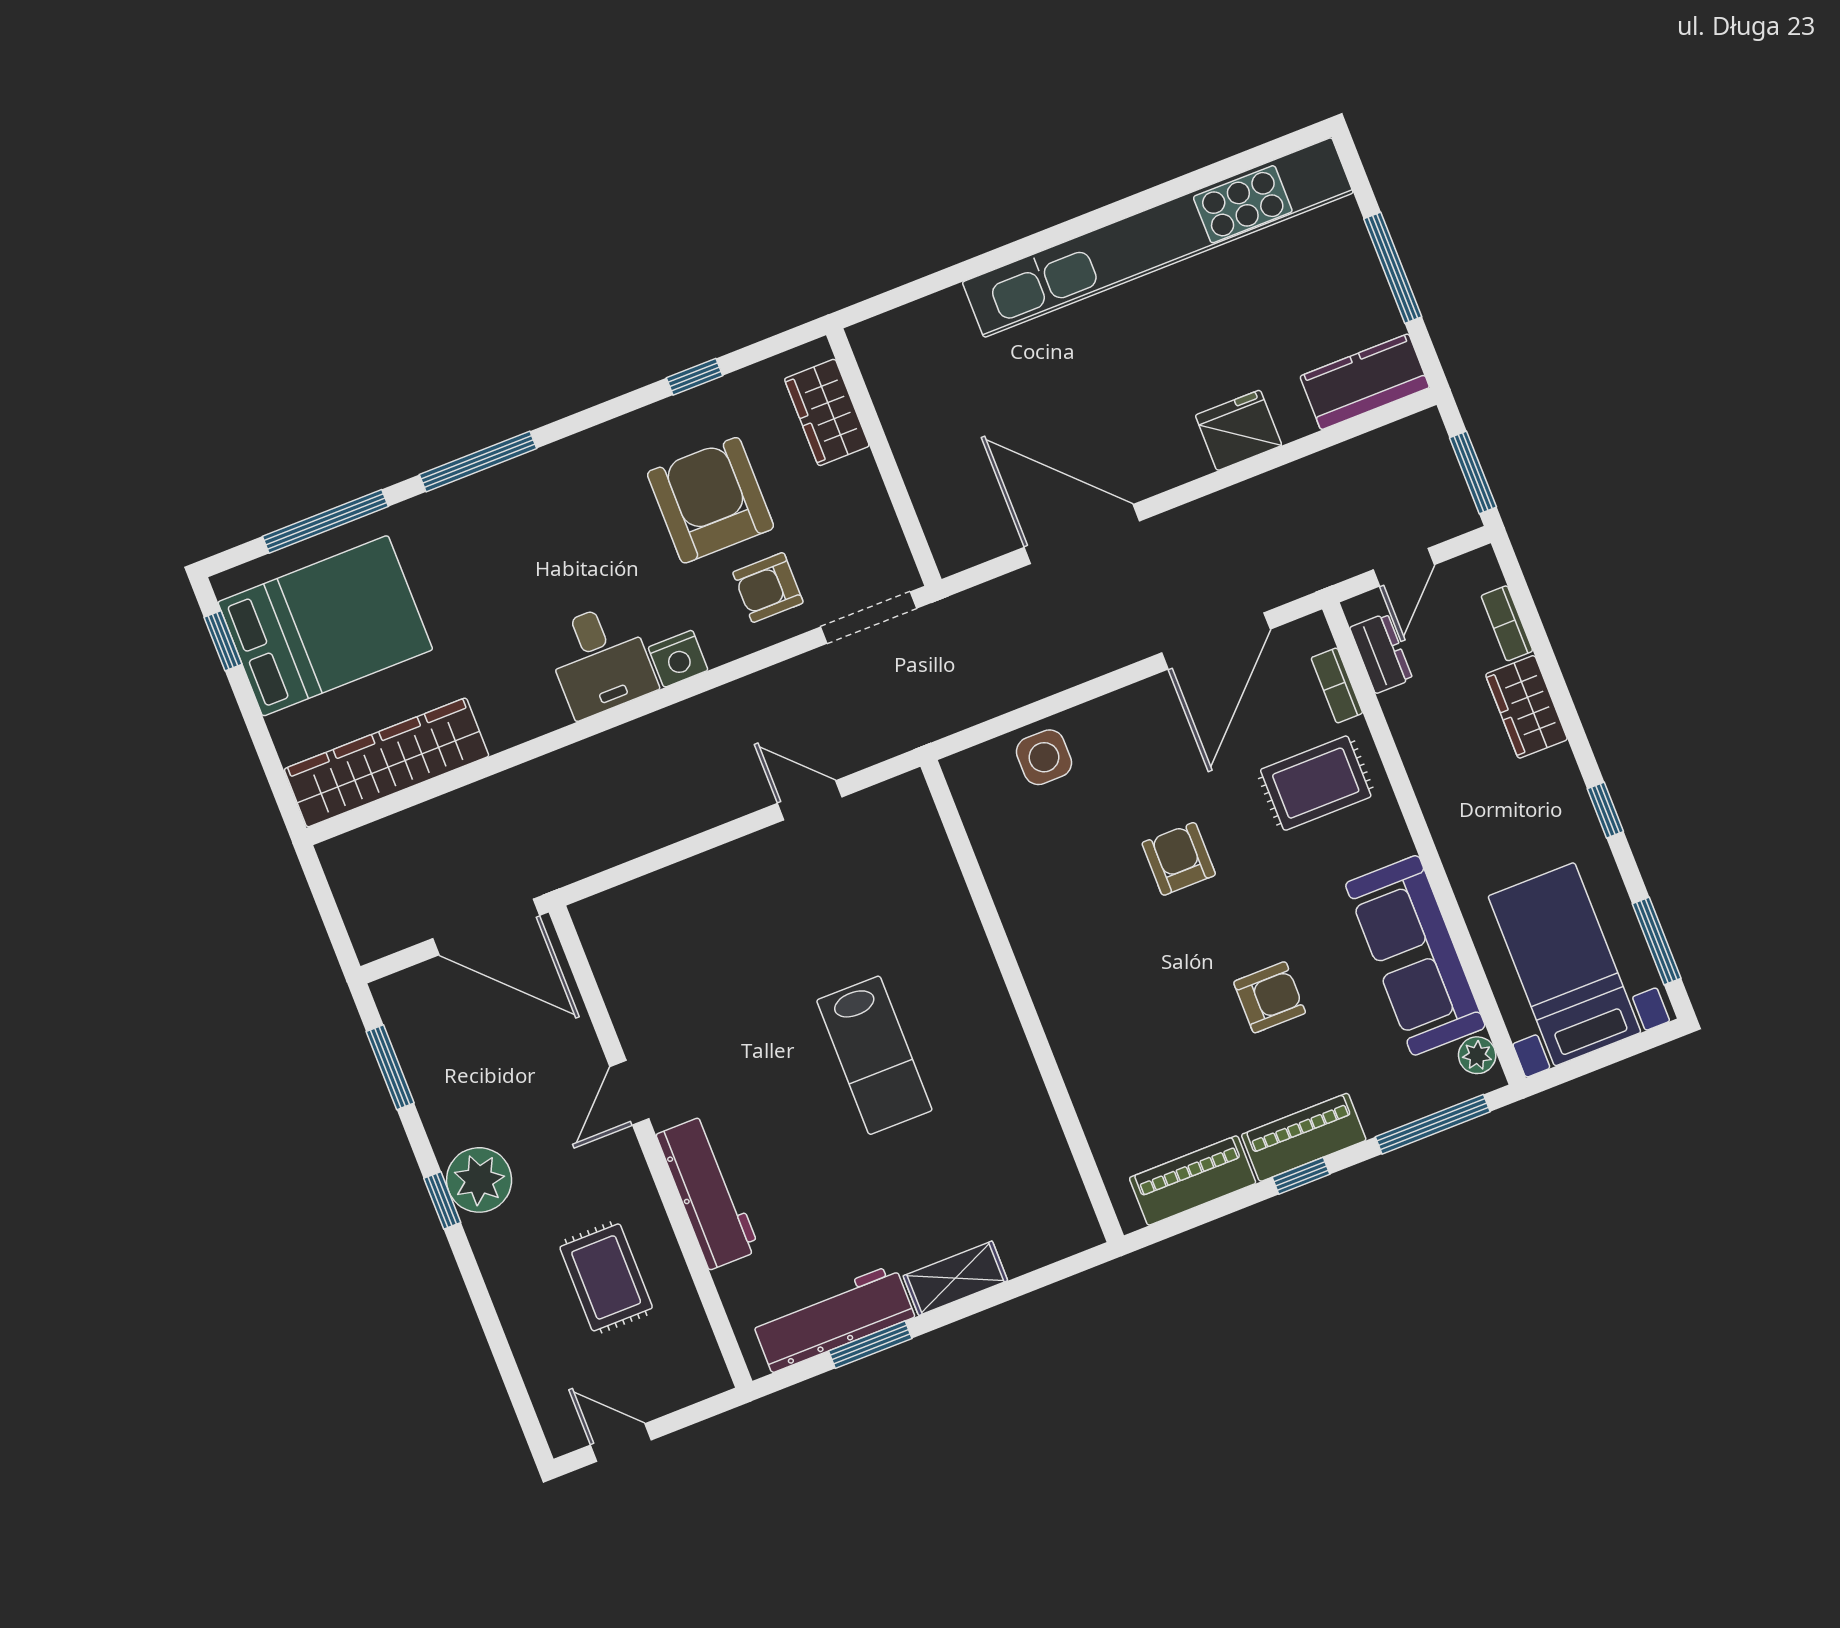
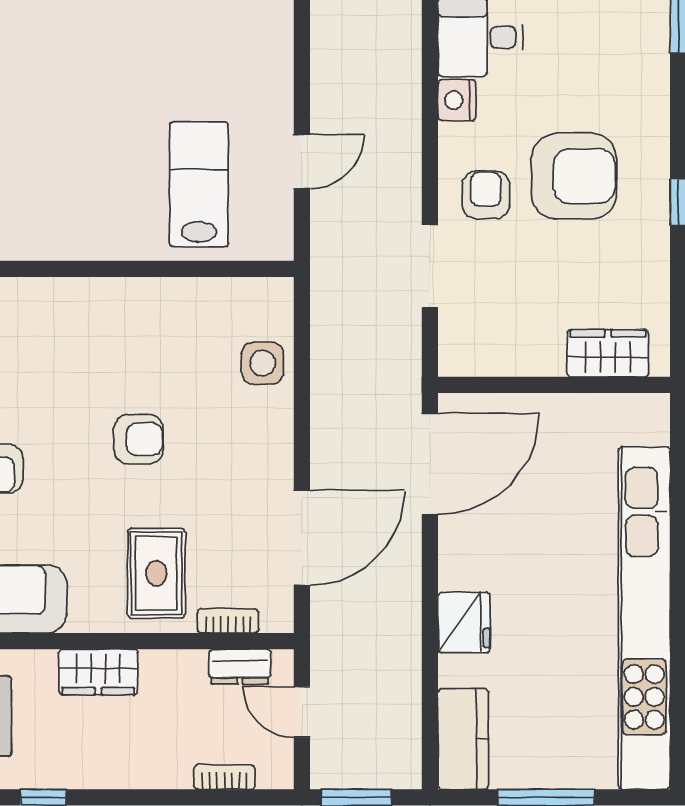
wardrobe: (827, 412) -> (608, 353), moved
wall: (884, 457) -> (554, 385), moved
door: (1216, 641) -> (302, 538), swing flipped
wardrobe: (1526, 707) -> (98, 672), moved, turned 180
lab bench: (874, 1055) -> (199, 184), moved, turned 90

